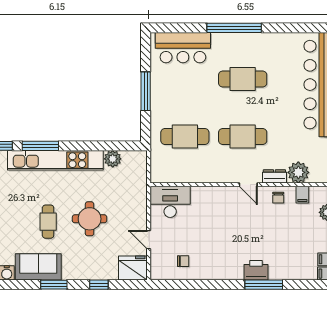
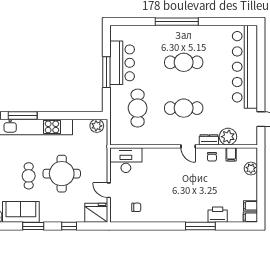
bar counter: (183, 48) -> (122, 63), moved, turned -90
cafe table: (185, 137) -> (138, 108), turned 90
plant: (113, 159) -> (97, 126), moved
round table: (90, 219) -> (62, 174), width x1.36, depth x1.36
printer: (256, 270) -> (218, 215), moved

